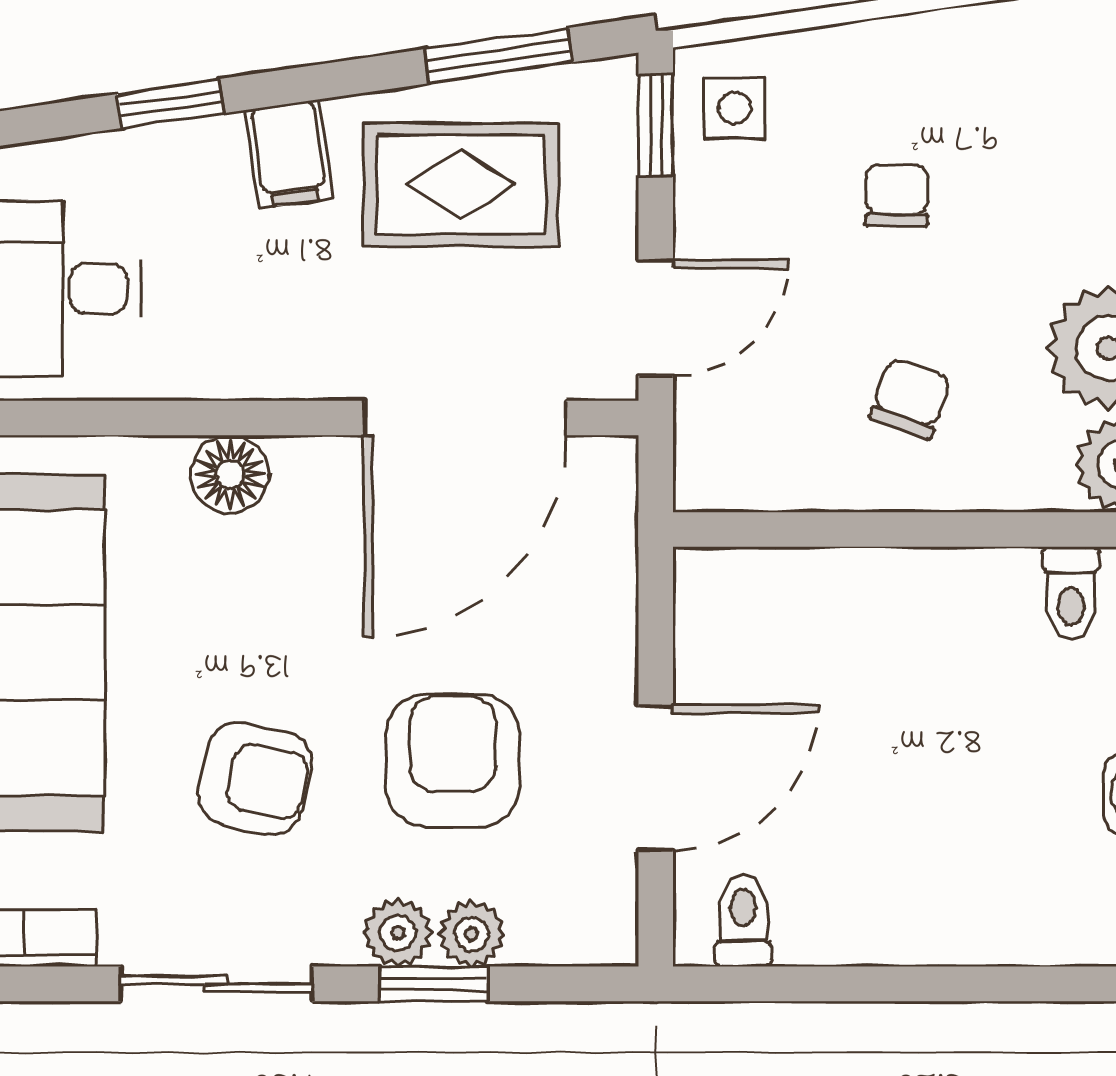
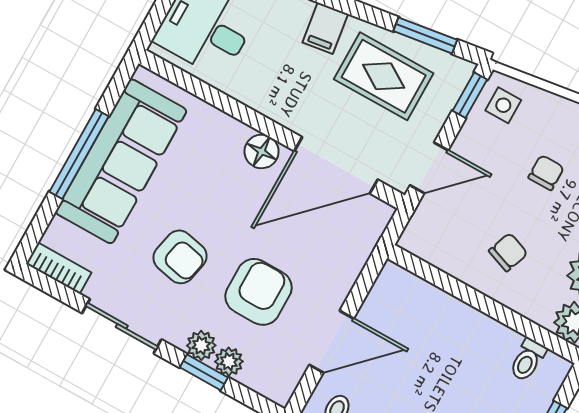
floor lamp: (230, 474) -> (262, 151), moved

